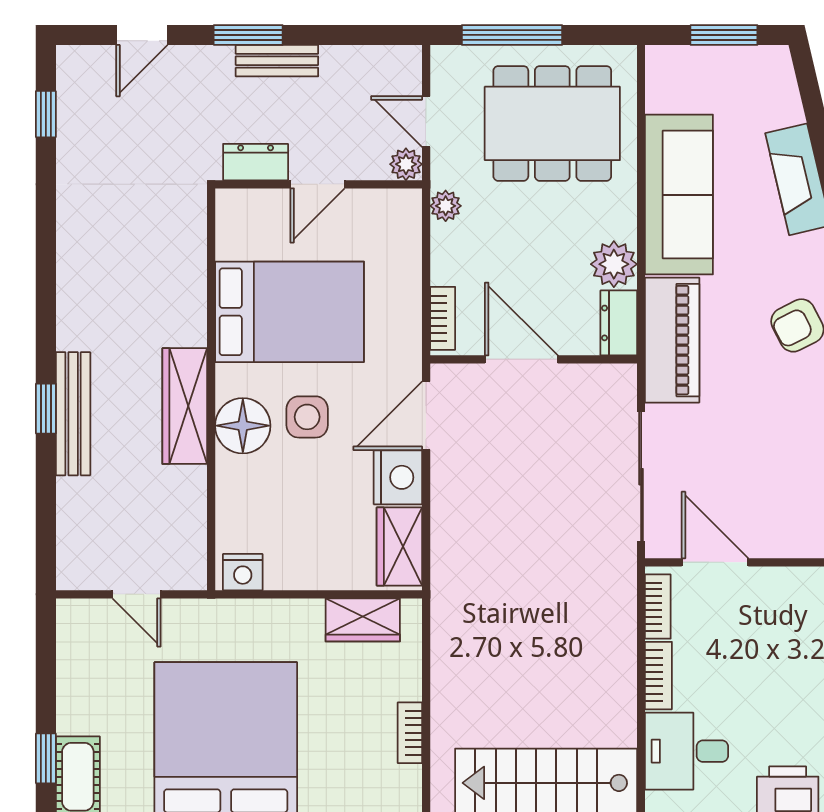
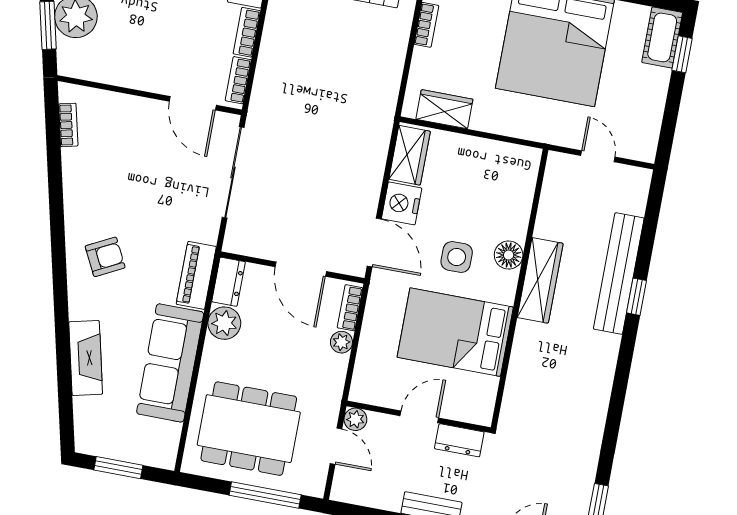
plant: (446, 206) -> (341, 342), moved
piano: (672, 340) -> (196, 275), width x0.73, depth x0.75
bench: (73, 414) -> (619, 273), width x1.37, depth x1.21
door: (426, 416) -> (374, 242), hinge flipped
floor lamp: (243, 426) -> (509, 255), width x0.73, depth x0.73
nightstand: (243, 572) -> (521, 158), removed

